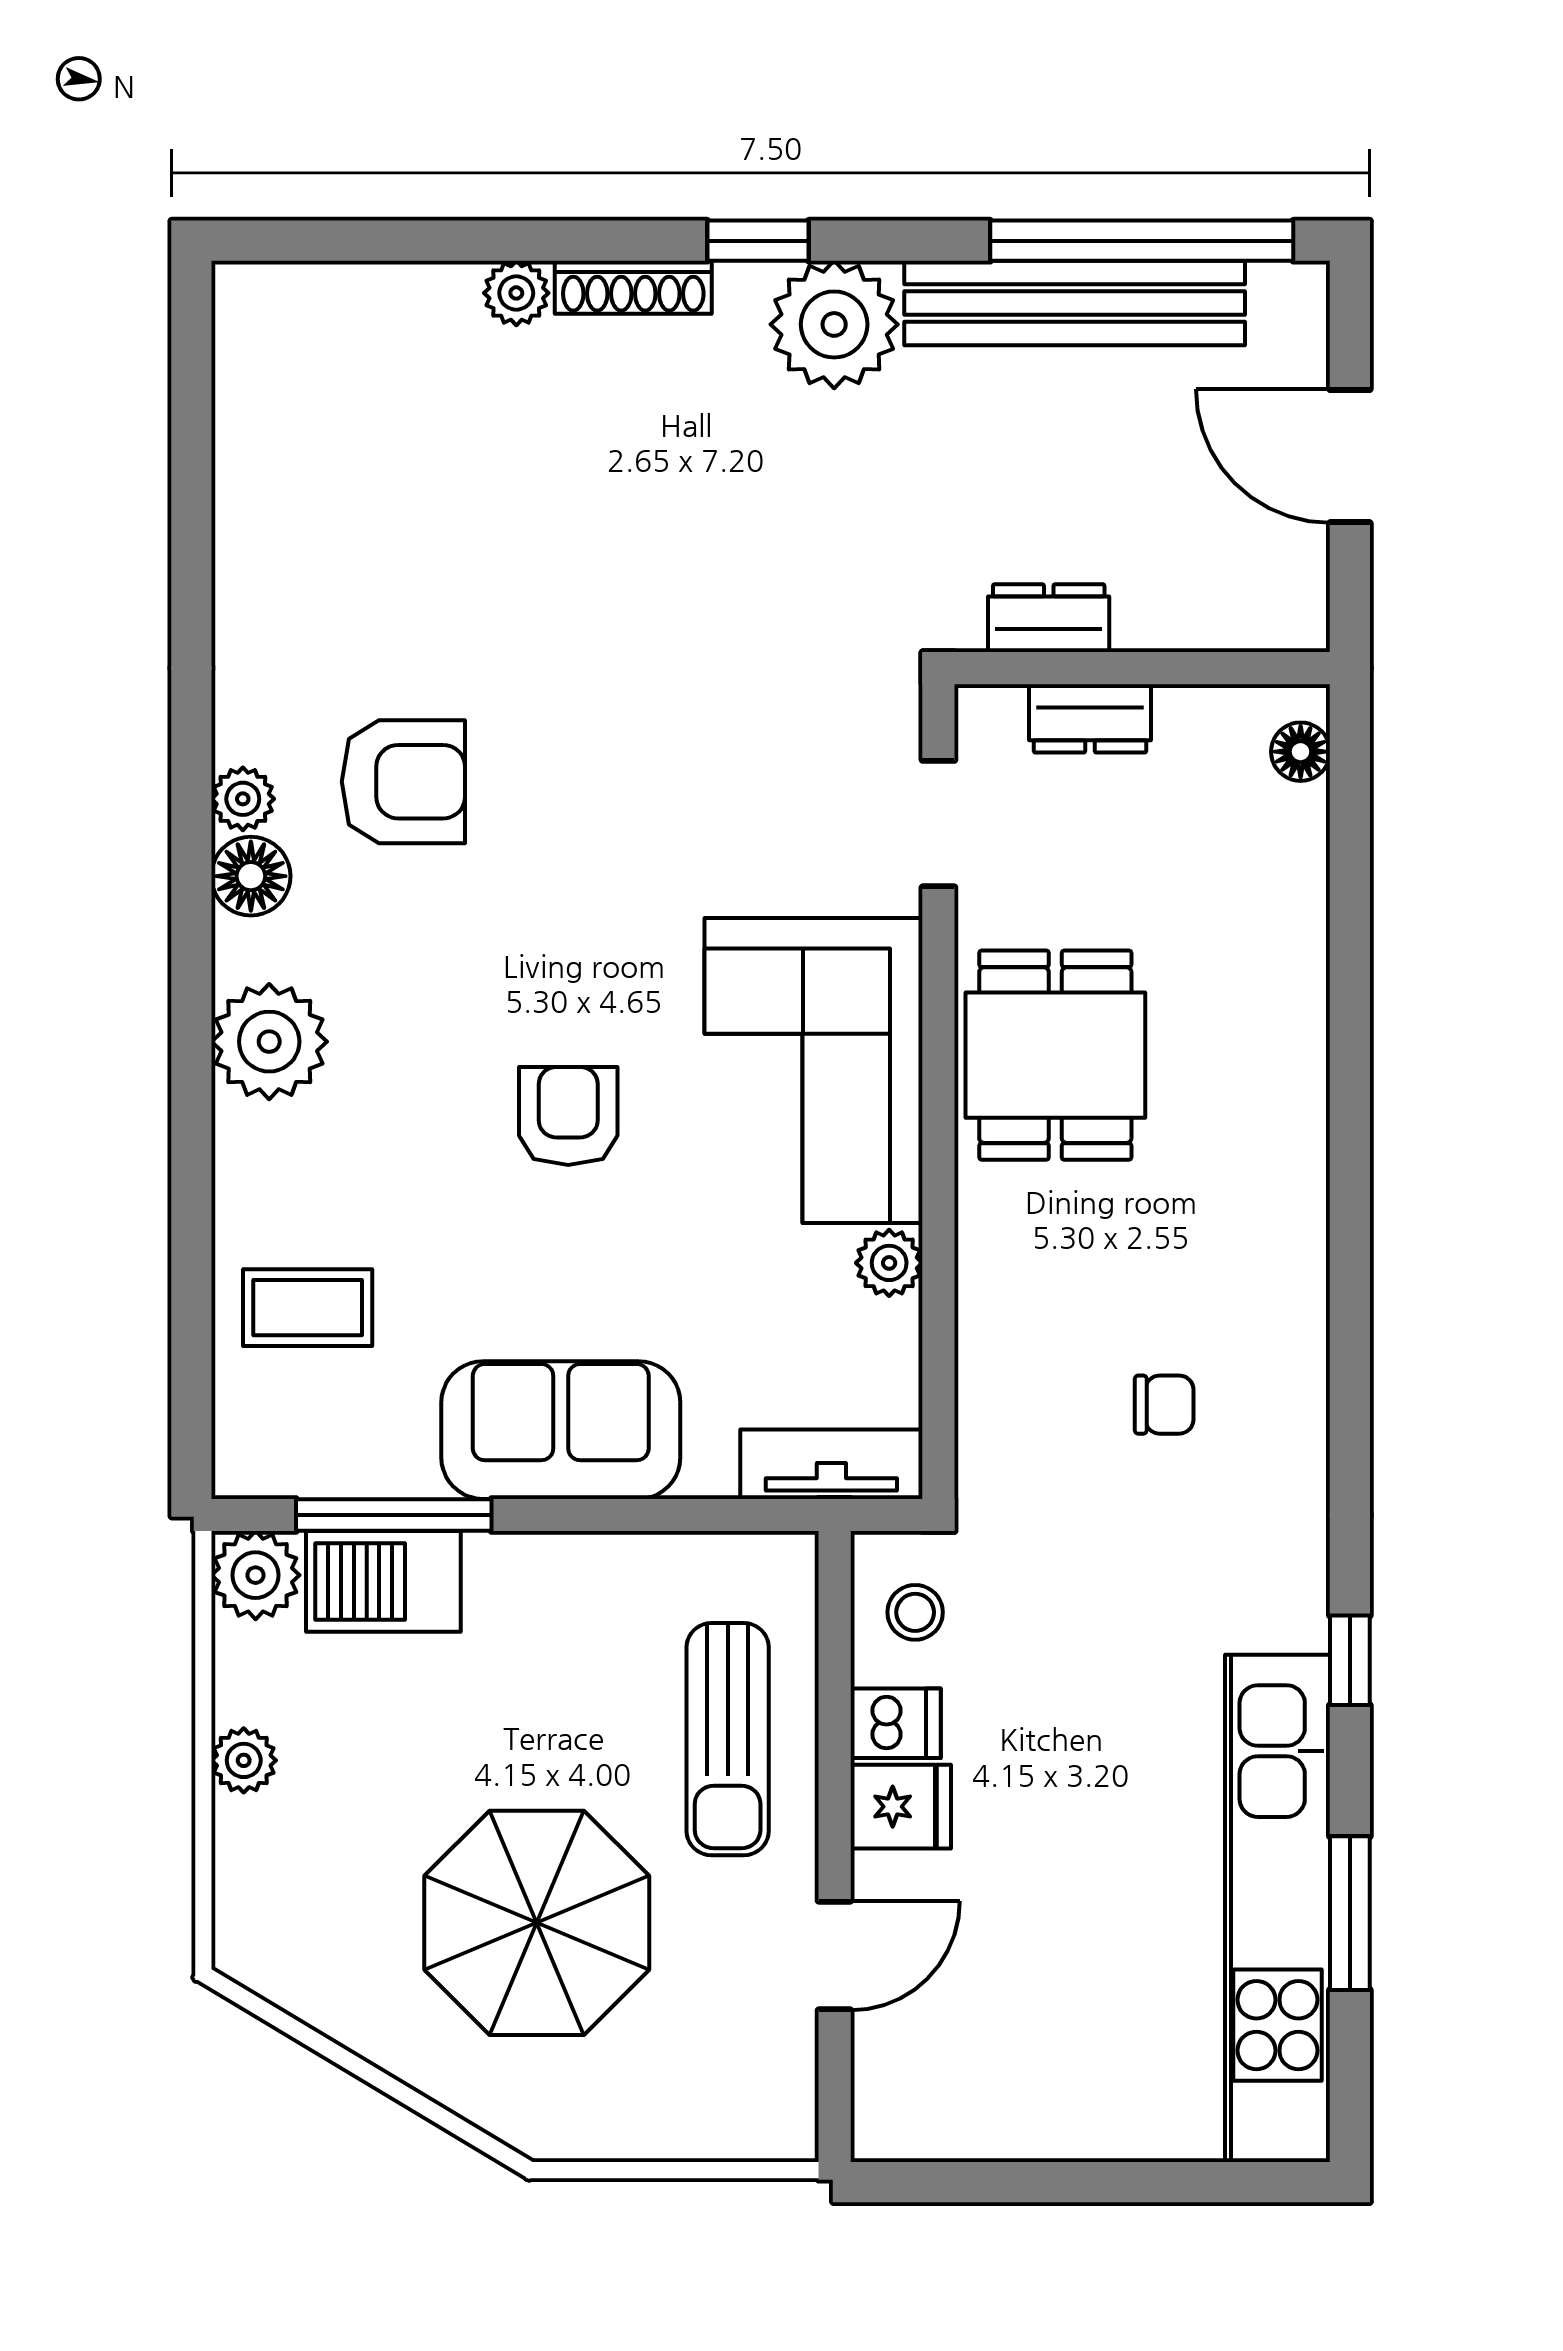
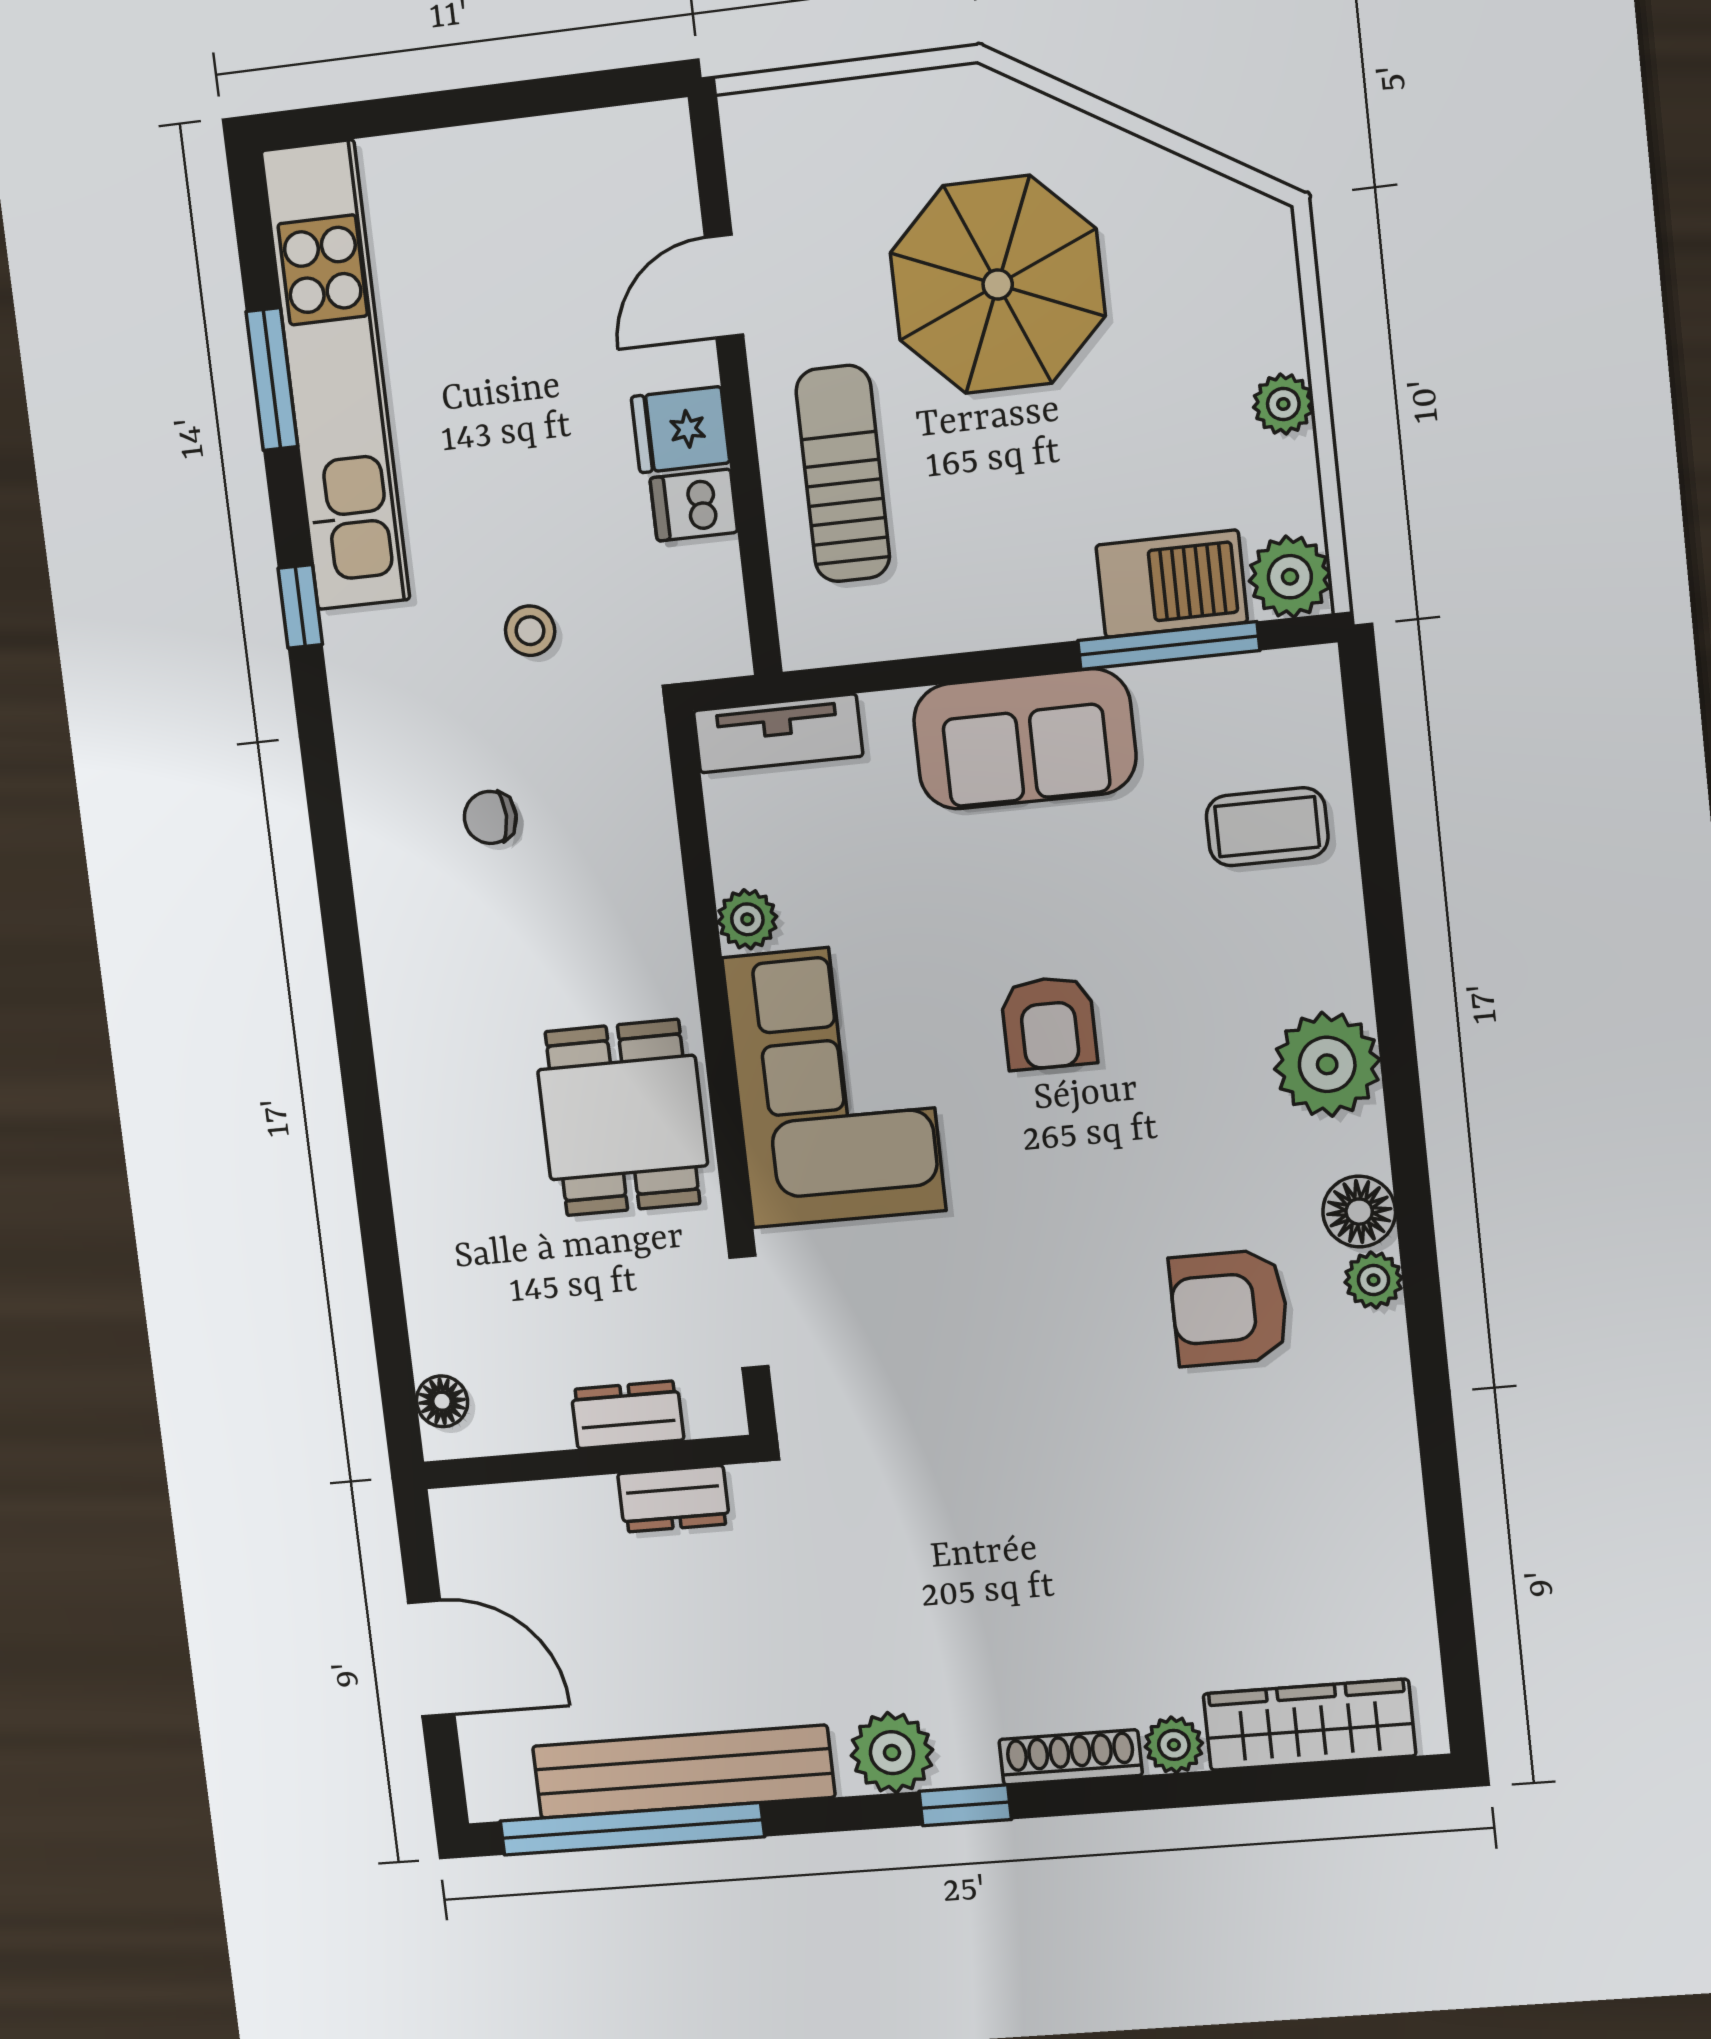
wardrobe: (363, 305) -> (1309, 1725), added
plant: (834, 324) -> (892, 1753), width x0.73, depth x0.73
stool: (915, 1612) -> (530, 631), moved

